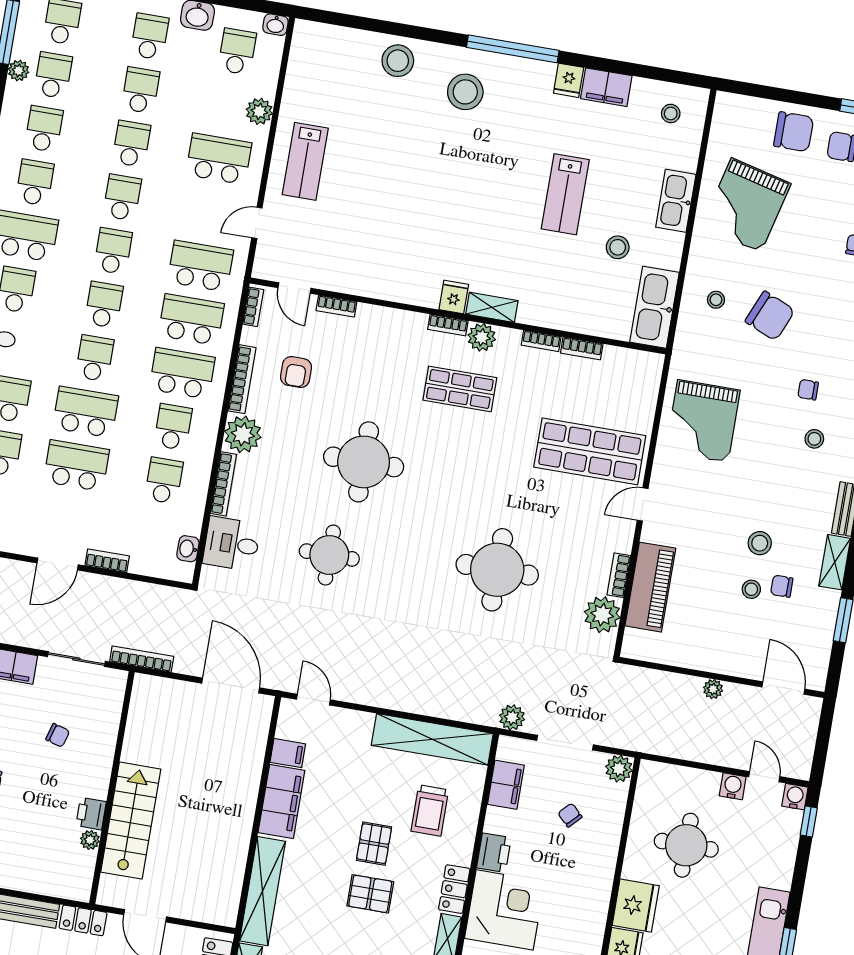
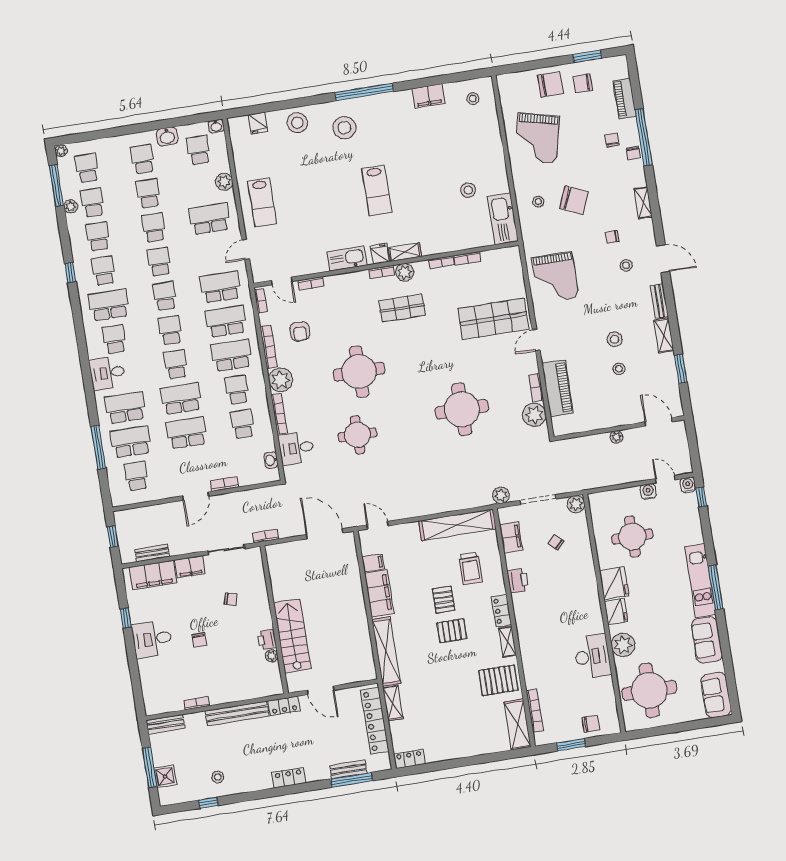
fridge: (569, 80) -> (258, 123), moved
lab bench: (565, 194) -> (377, 190), moved
kitchen sink: (676, 201) -> (347, 259), moved, turned 90
chair: (782, 586) -> (637, 361), removed
bookcase: (142, 659) -> (266, 536), width x0.64
corner desk: (505, 910) -> (536, 613), removed

